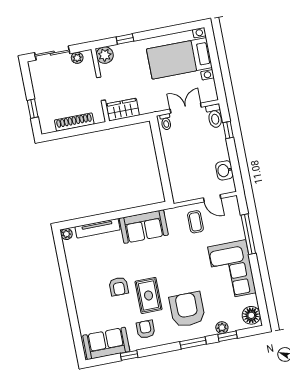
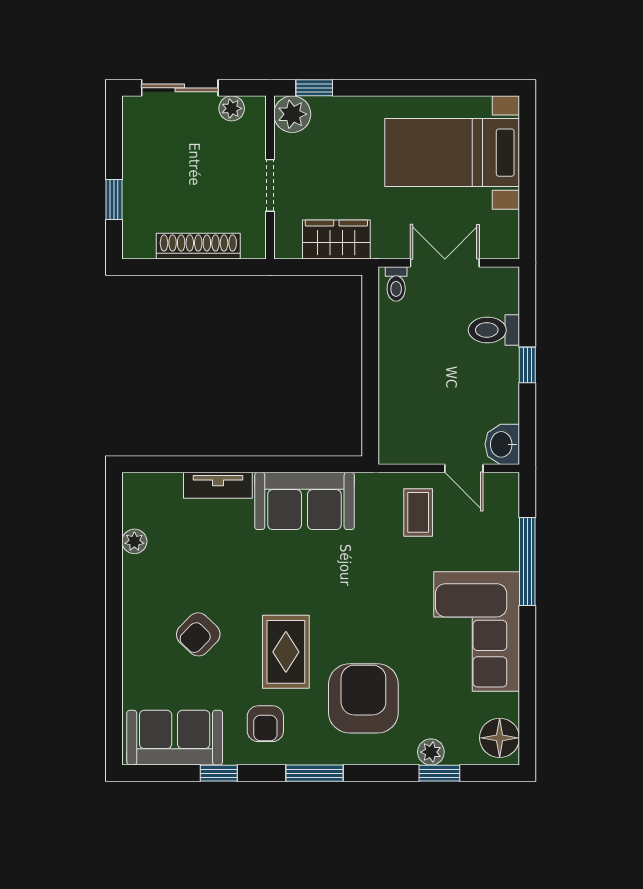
window: (125, 39) -> (314, 88), moved
wardrobe: (123, 110) -> (336, 239), moved
toilet: (215, 116) -> (494, 330), moved, turned 90
window: (228, 130) -> (527, 365), moved
washbasin: (224, 170) -> (502, 444), moved
tv unit: (98, 228) -> (218, 485), width x0.71
plant: (66, 234) -> (134, 541), moved
armchair: (119, 286) -> (198, 634), moved, turned 44
armchair: (146, 329) -> (265, 724), turned 180
window: (193, 343) -> (314, 773), moved

